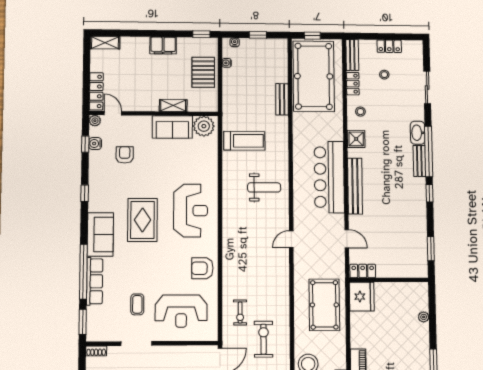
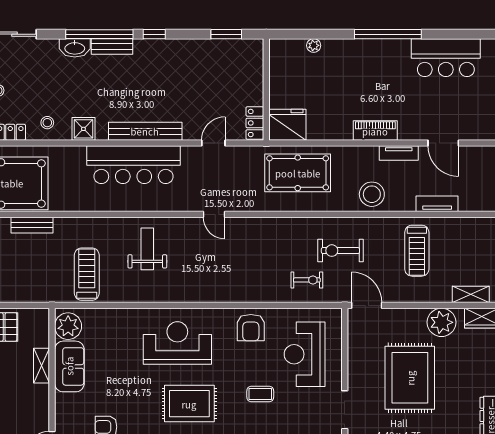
coffee table: (137, 304) -> (260, 394), moved
reception desk: (181, 311) -> (305, 354), turned 180

